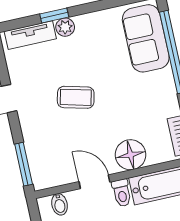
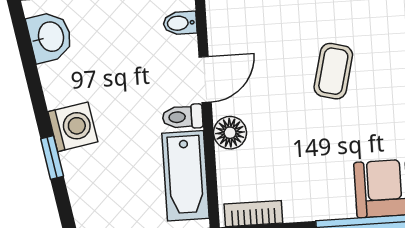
floor lamp: (131, 155) -> (230, 133), width x0.73, depth x0.73

